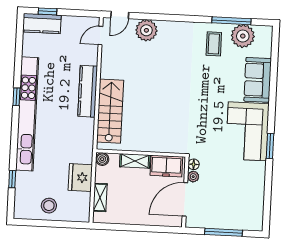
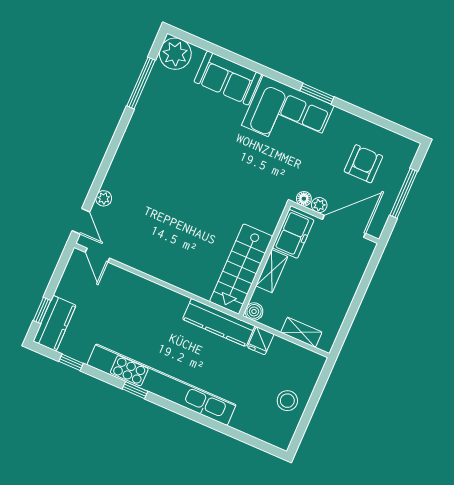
plant: (146, 30) -> (104, 198), width x0.53, depth x0.53
plant: (243, 36) -> (175, 54), moved
coffee table: (214, 44) -> (162, 116), removed
kitchen counter: (88, 91) -> (219, 323), moved
stairs: (110, 111) -> (241, 269), moved, turned -90
fridge: (80, 178) -> (261, 341), width x0.53, depth x0.75
window: (12, 179) -> (71, 362), moved
armchair: (233, 197) -> (363, 164), added
door: (185, 199) -> (344, 226), swing flipped

